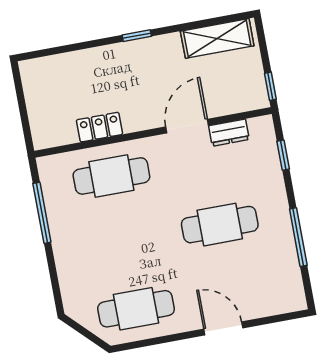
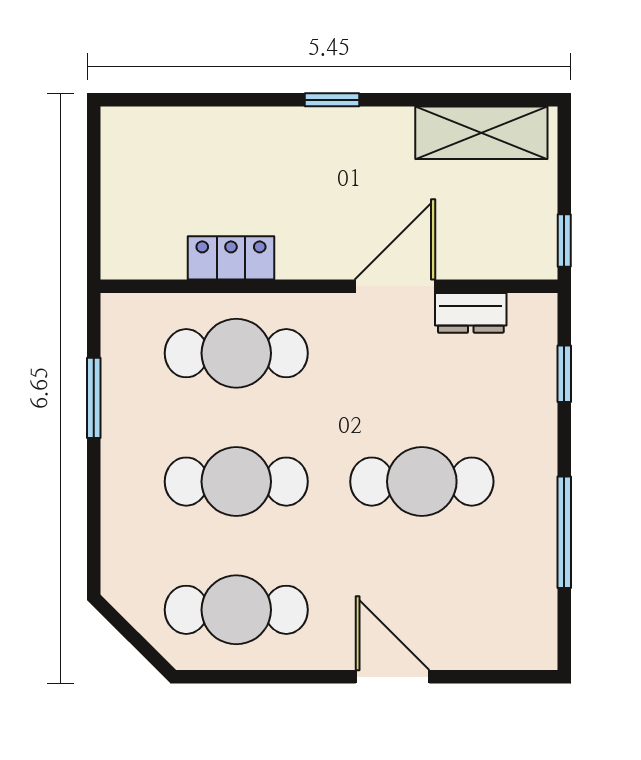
window: (42, 213) -> (94, 398), width x0.69
cafe table: (124, 242) -> (236, 482), added

